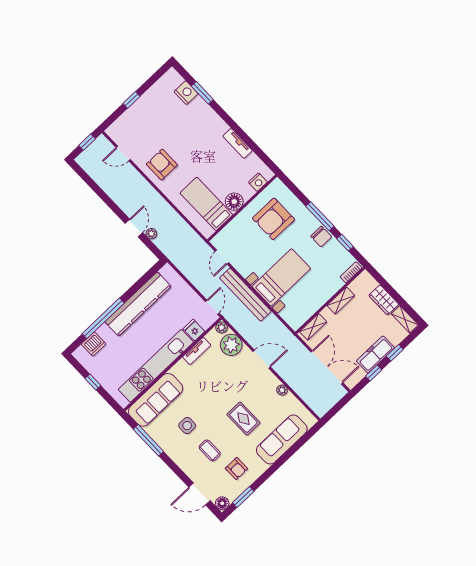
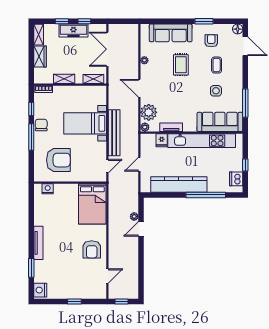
nightstand: (186, 93) -> (40, 290), moved
tv unit: (237, 143) -> (38, 243), moved, width x1.41
door: (123, 154) -> (107, 276), hinge flipped
floor lamp: (234, 202) -> (71, 190), removed
bed: (206, 204) -> (92, 204), width x1.50
door: (212, 307) -> (139, 164), moved
dishwasher: (94, 344) -> (236, 179), moved, turned -90
window: (243, 497) -> (204, 21), moved

